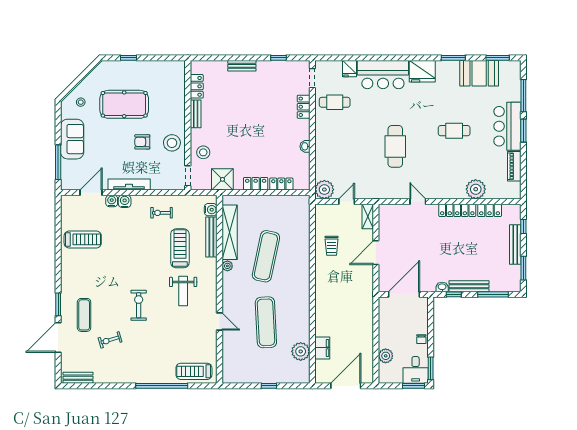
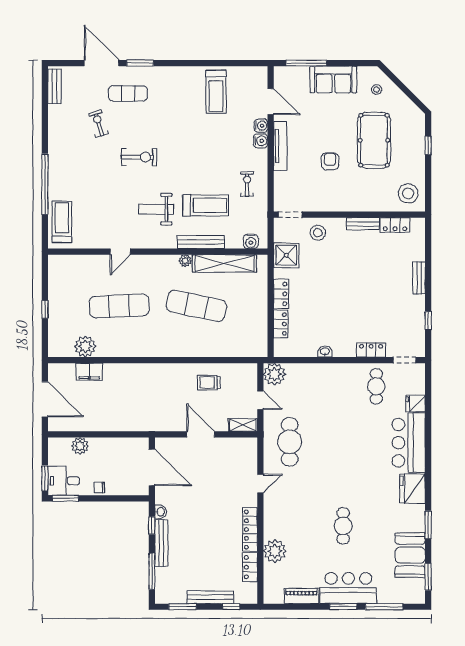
stool: (172, 143) -> (408, 193), moved
cafe table: (395, 146) -> (290, 442), moved, turned 90
bench: (211, 237) -> (201, 242), moved

